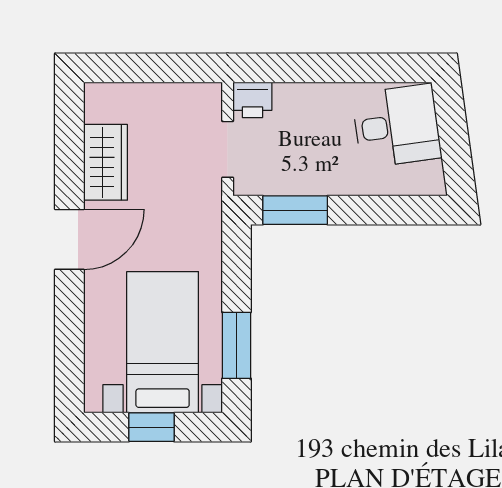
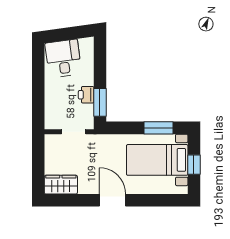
printer: (252, 100) -> (86, 95), moved, turned 180
wardrobe: (106, 162) -> (61, 185), moved

